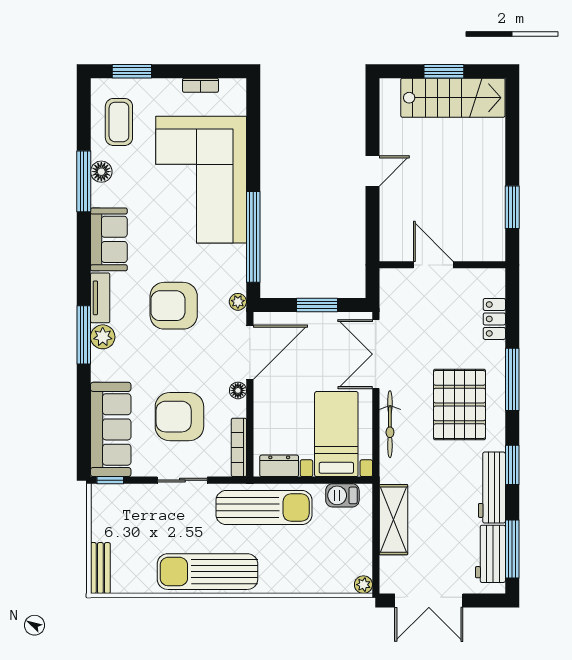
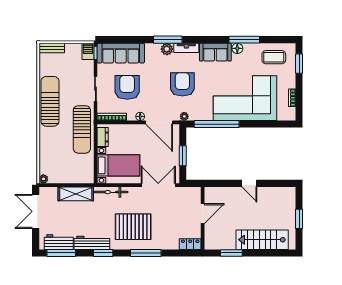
stairs: (453, 98) -> (262, 240), moved, turned 90
floor lamp: (101, 172) -> (237, 48), moved
locker: (494, 319) -> (190, 244), moved
bicycle: (390, 424) -> (111, 192), moved
barbecue: (342, 495) -> (88, 51), moved

